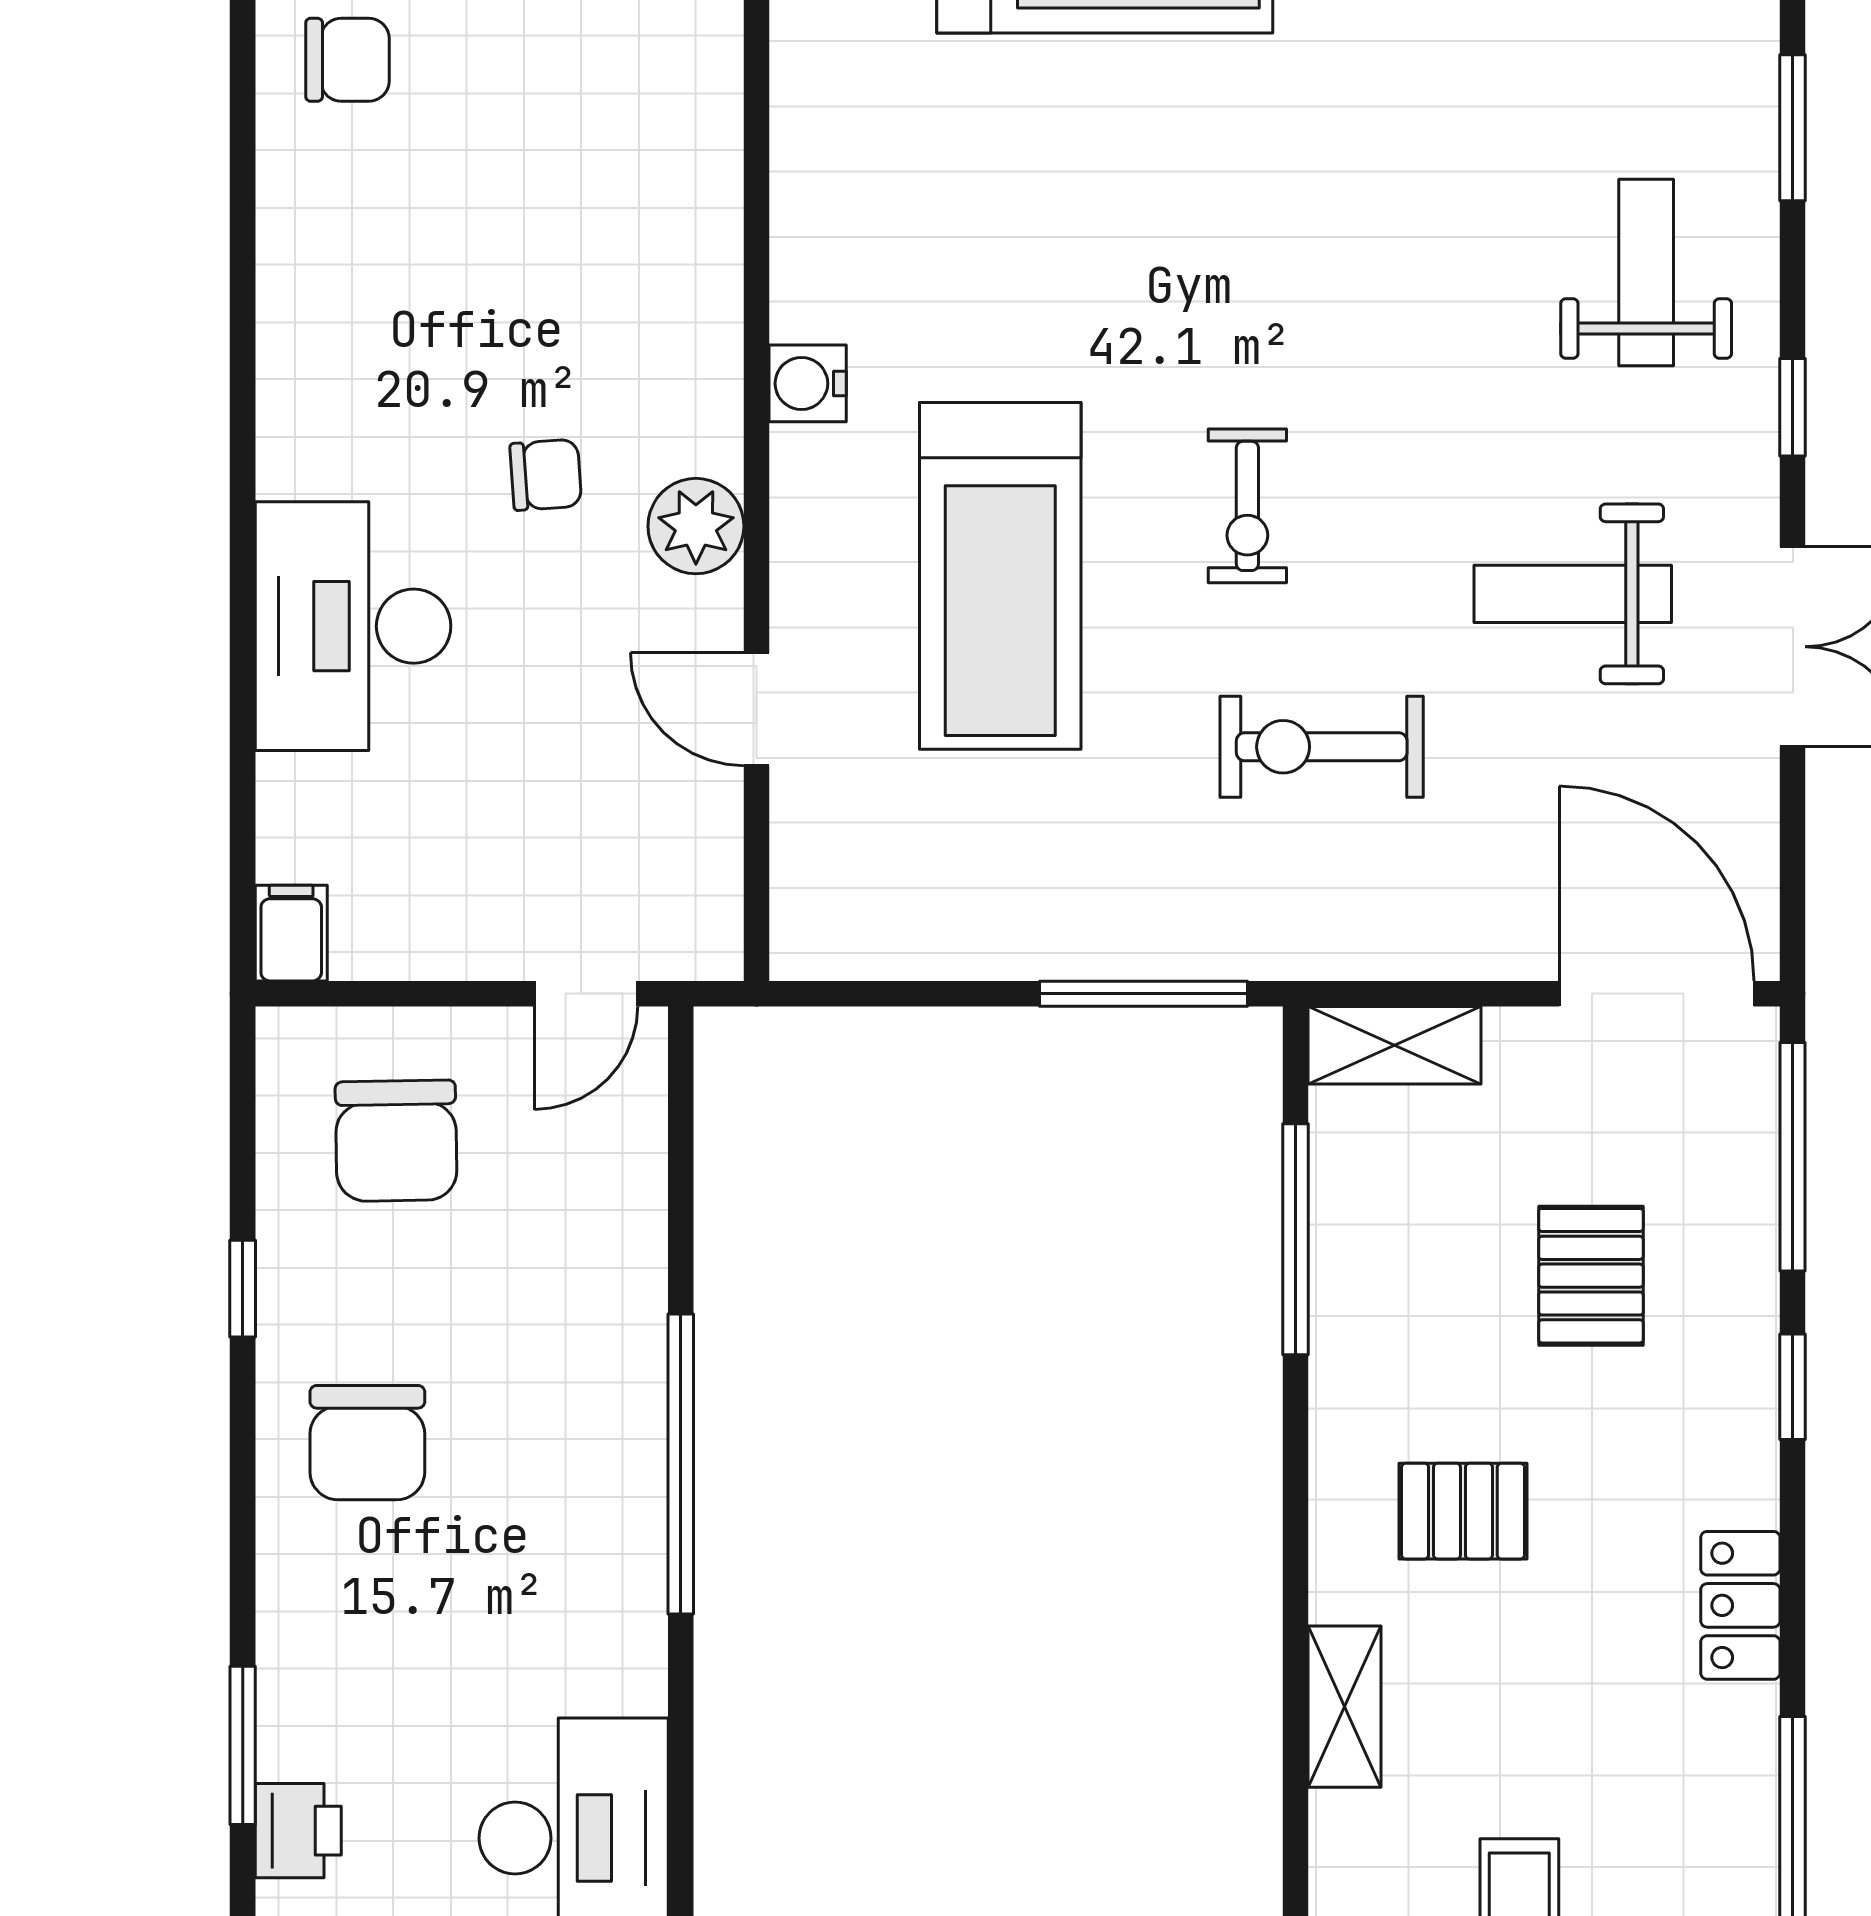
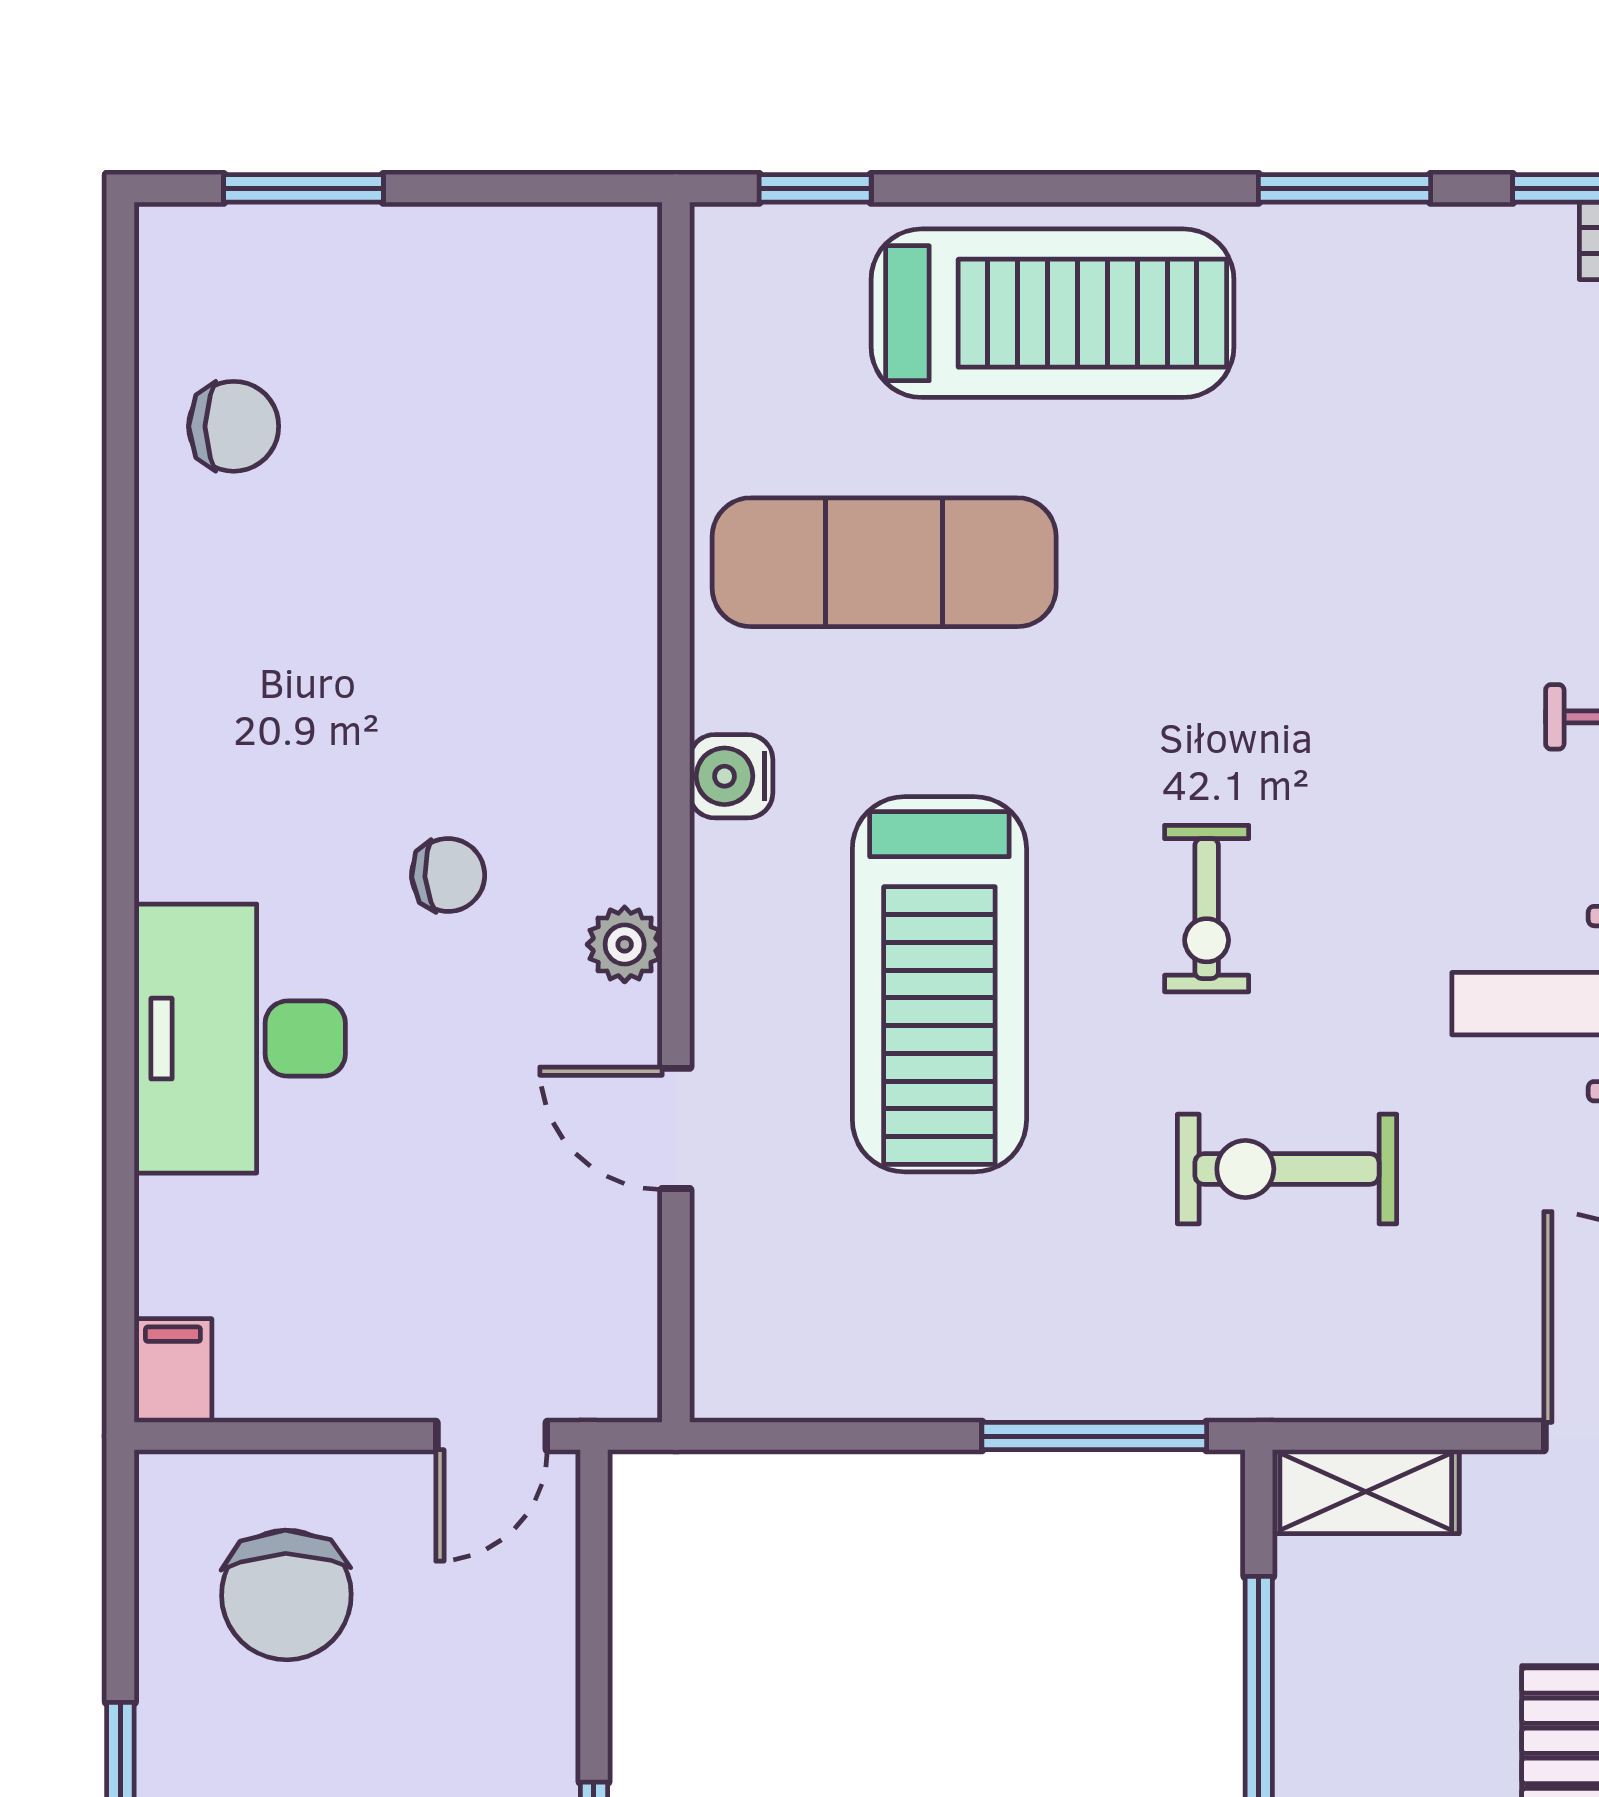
exercise mat: (949, 186) -> (884, 562), added
plant: (696, 526) -> (625, 944), width x0.73, depth x0.73

